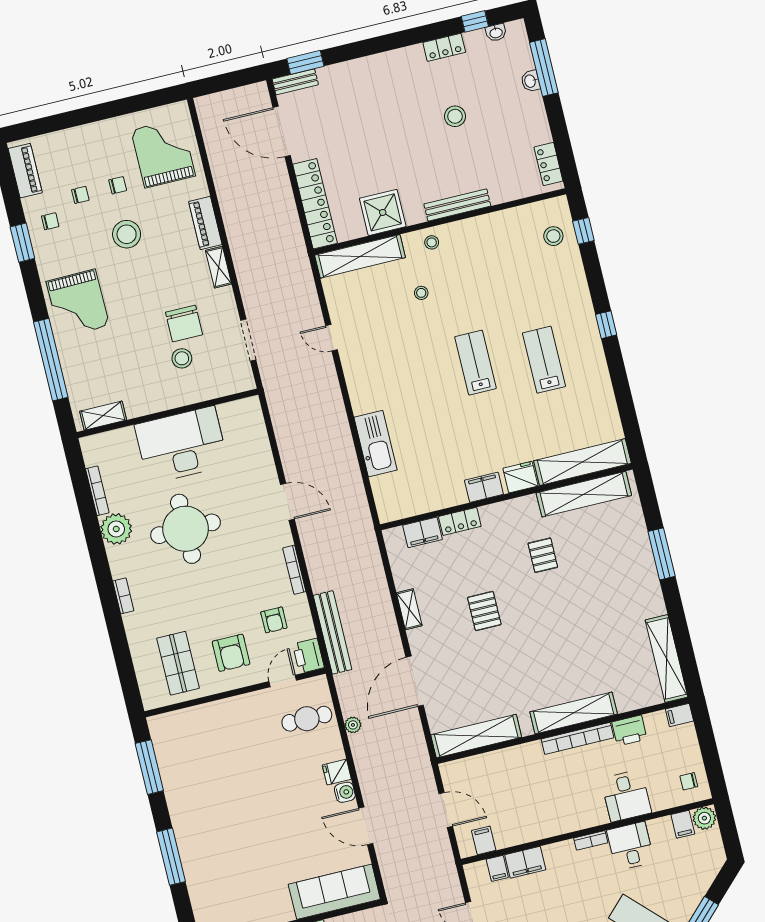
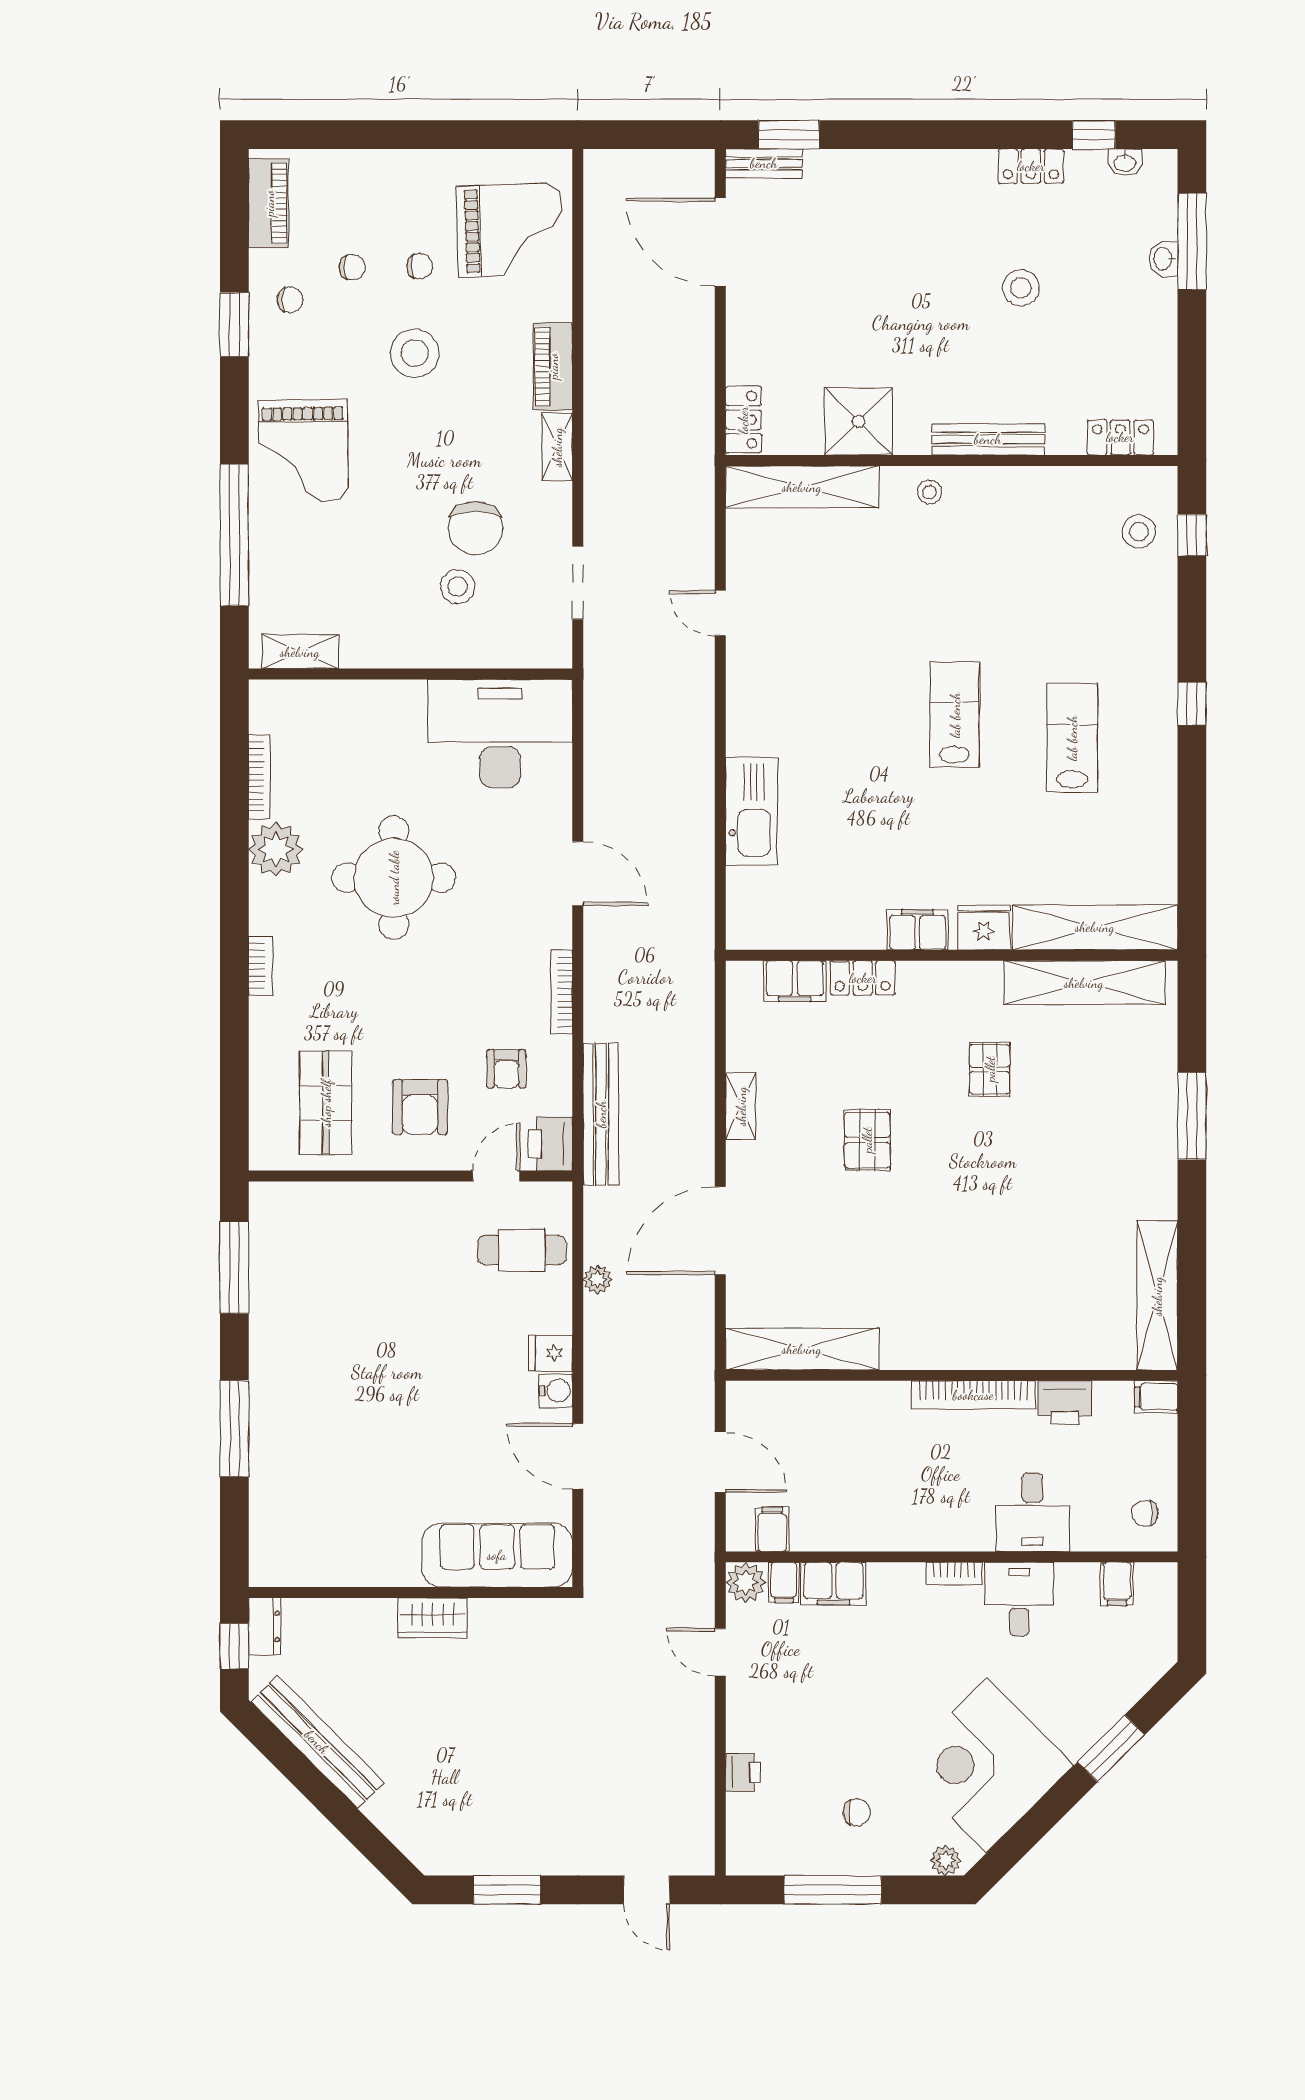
grand piano: (163, 153) -> (510, 230), turned 88
locker: (548, 164) -> (1120, 437), moved, turned 90
locker: (315, 204) -> (743, 420), width x0.46, depth x0.83
stool: (421, 293) -> (891, 574), removed
desk: (181, 445) -> (500, 734), moved
shelving: (574, 713) -> (977, 1350), removed
plant: (704, 818) -> (746, 1582), moved

